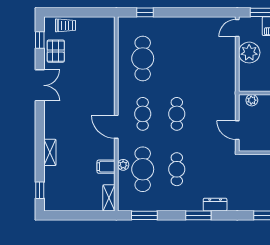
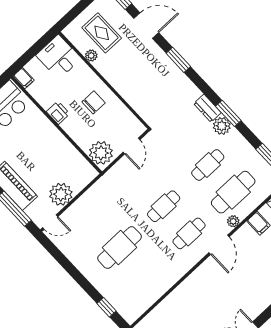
cafe table: (143, 58) -> (120, 248), moved
plant: (252, 100) -> (101, 153), width x1.87, depth x1.87
plant: (123, 165) -> (233, 221), moved
plant: (194, 203) -> (222, 126), added

